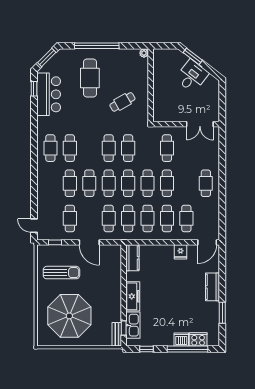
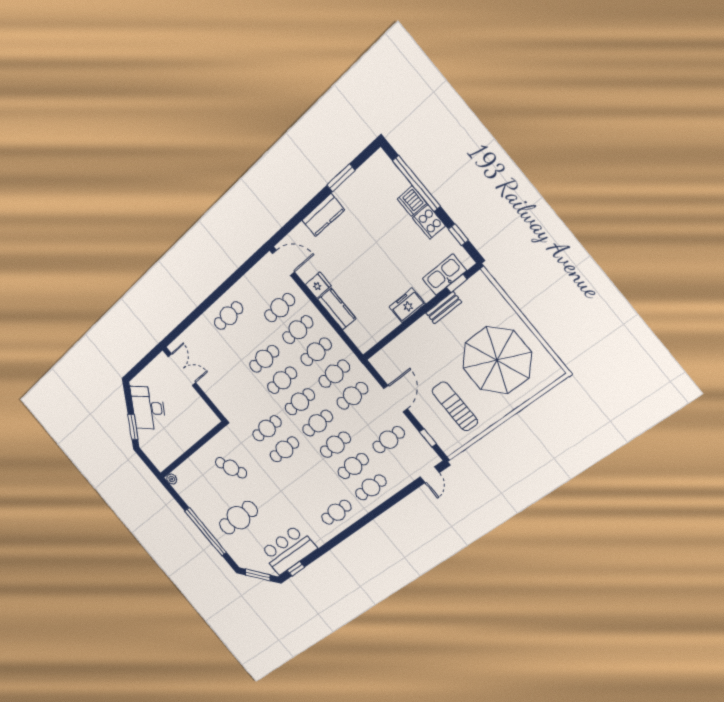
desk: (192, 76) -> (148, 408), width x1.37
cafe table: (70, 148) -> (371, 487), moved
cafe table: (167, 148) -> (232, 386), removed
kitchen counter: (132, 258) -> (337, 309), moved, turned 90
freezer: (133, 296) -> (407, 305), width x0.71
bench: (117, 334) -> (444, 308), moved
cooker: (198, 339) -> (429, 222), moved

